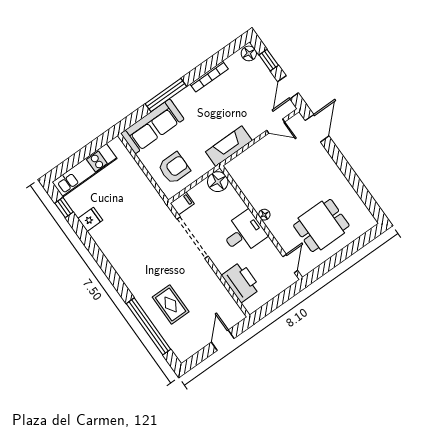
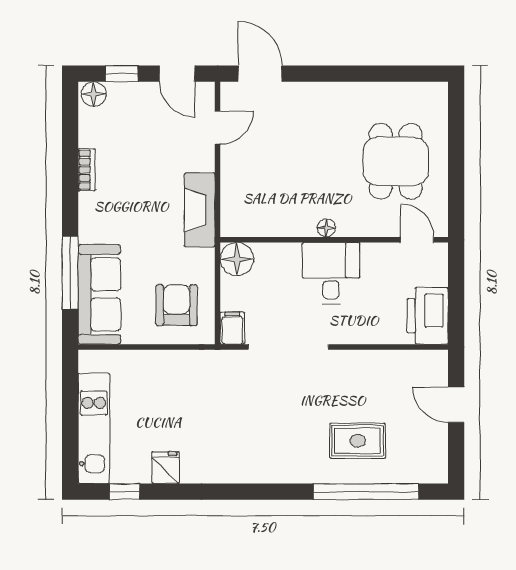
bookcase: (209, 76) -> (87, 170), width x0.64
window: (166, 95) -> (70, 273), moved
printer: (241, 282) -> (428, 316), moved, turned -90

